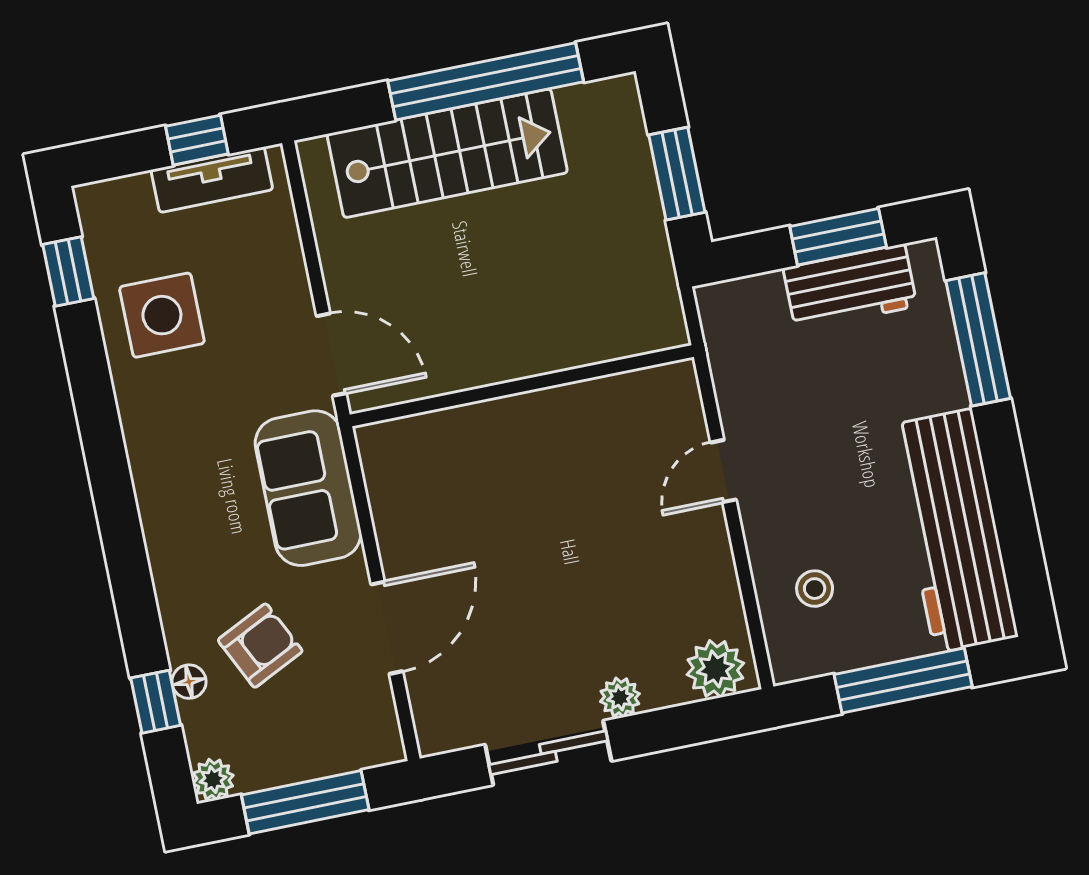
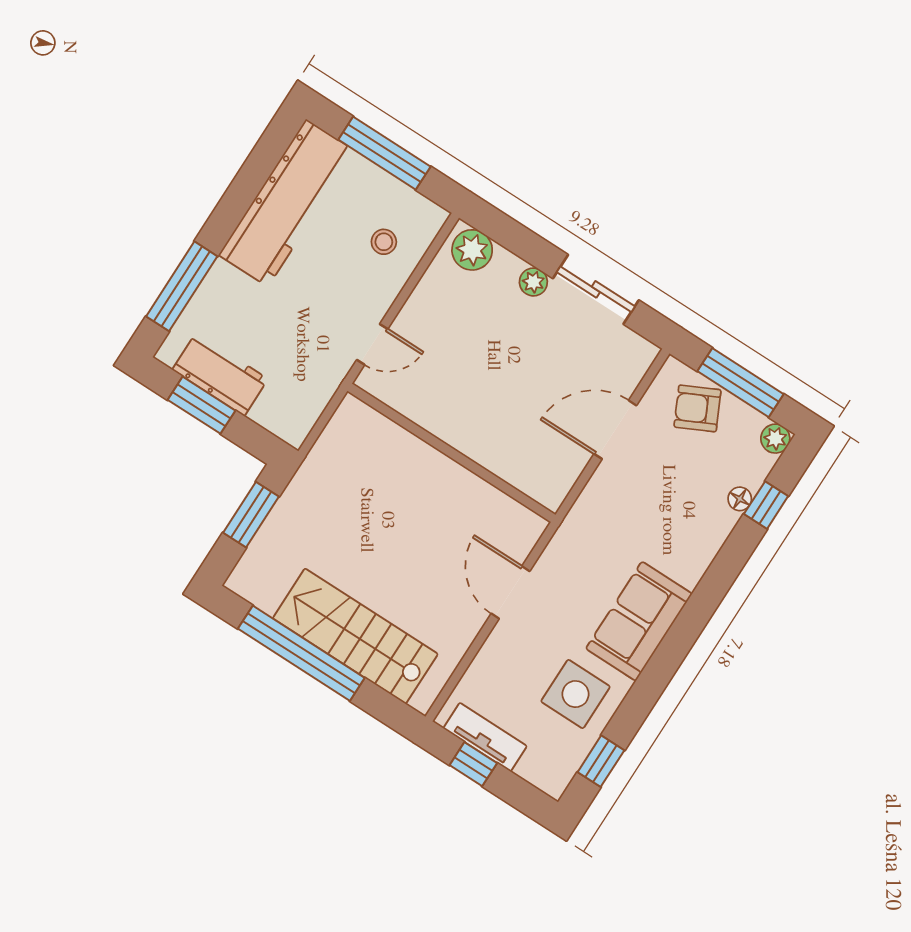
wall: (522, 386) -> (451, 453), moved
sofa: (308, 488) -> (639, 621), moved, turned 180
armchair: (260, 646) -> (697, 408), moved

